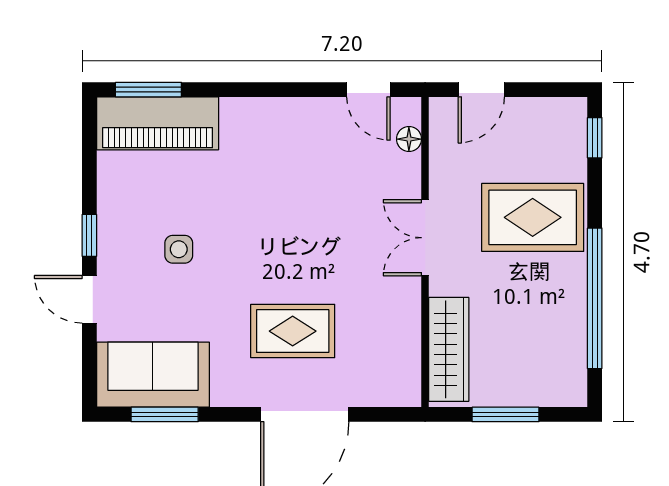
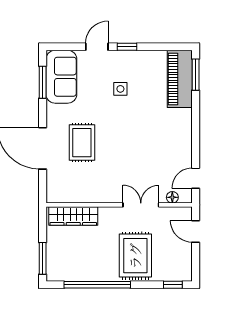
double door: (425, 238) -> (141, 205), moved
window: (506, 414) -> (43, 258), moved

